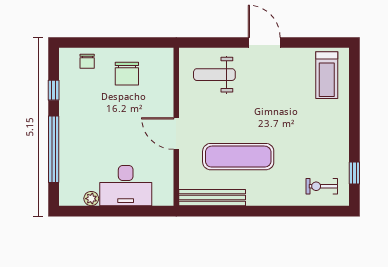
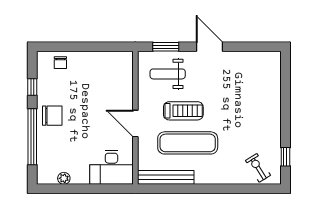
window: (212, 42) -> (166, 47), added
chair: (127, 74) -> (52, 116), moved, turned -90
treadmill: (327, 75) -> (183, 111), moved, turned -90
desk: (126, 186) -> (111, 167), moved
exercise bike: (322, 186) -> (258, 168), turned 58

